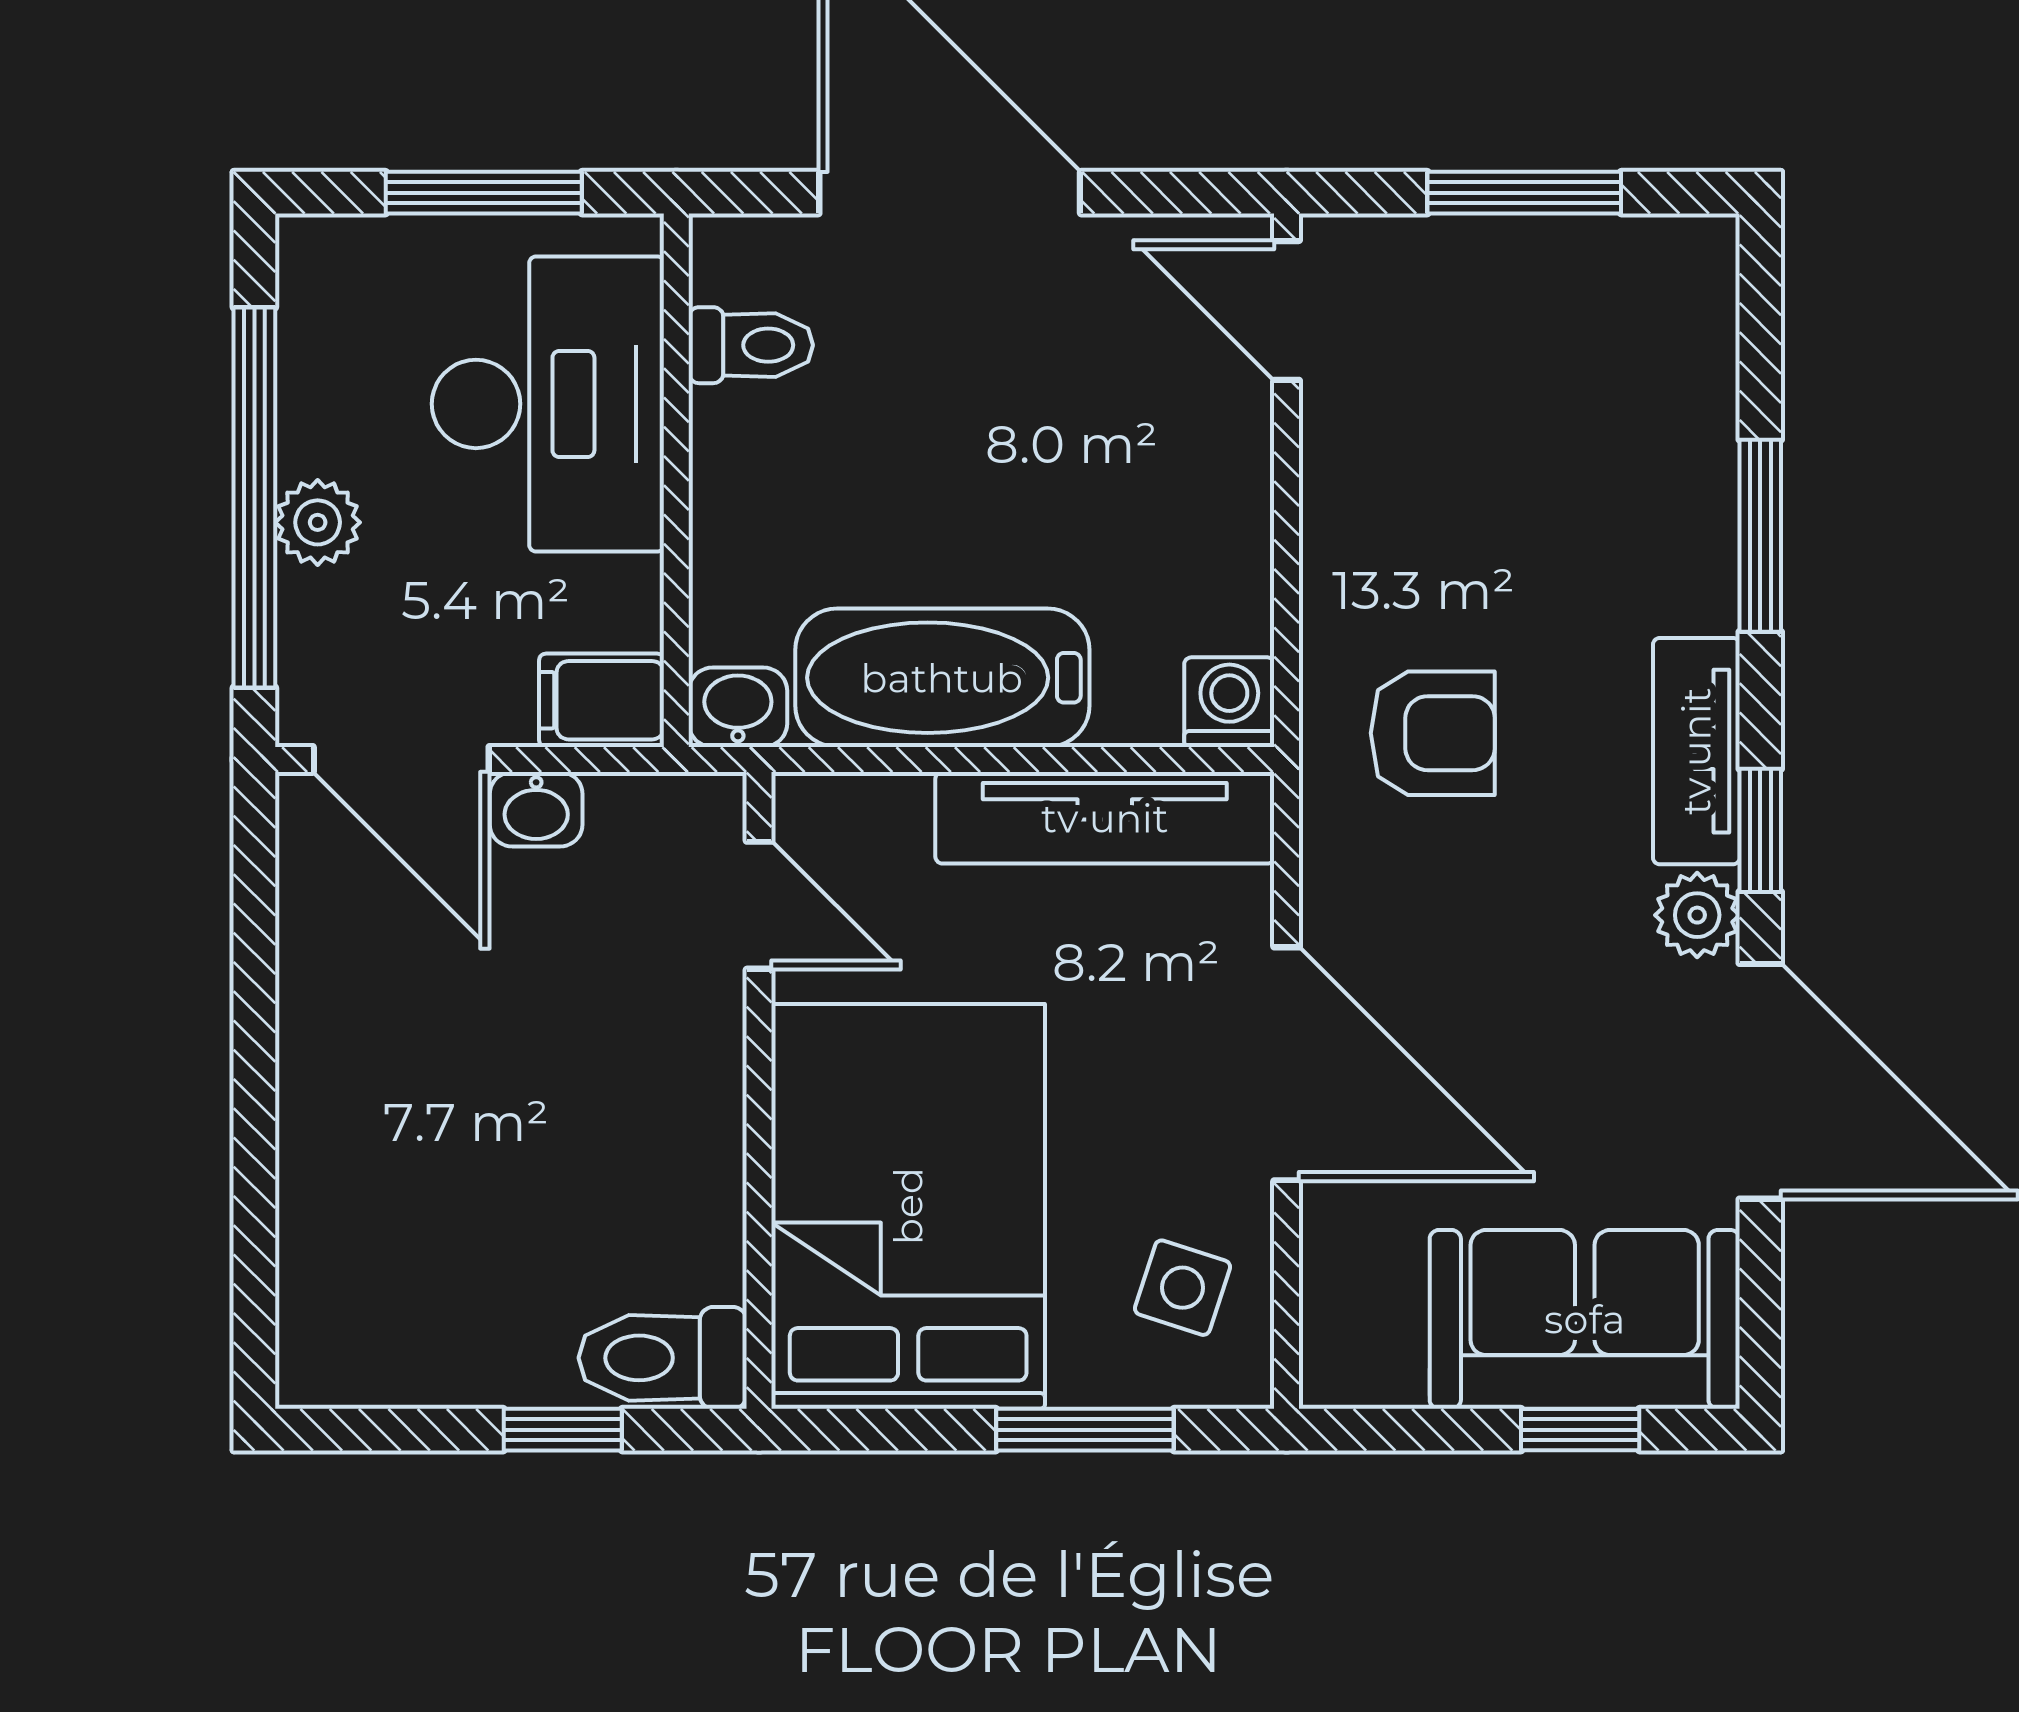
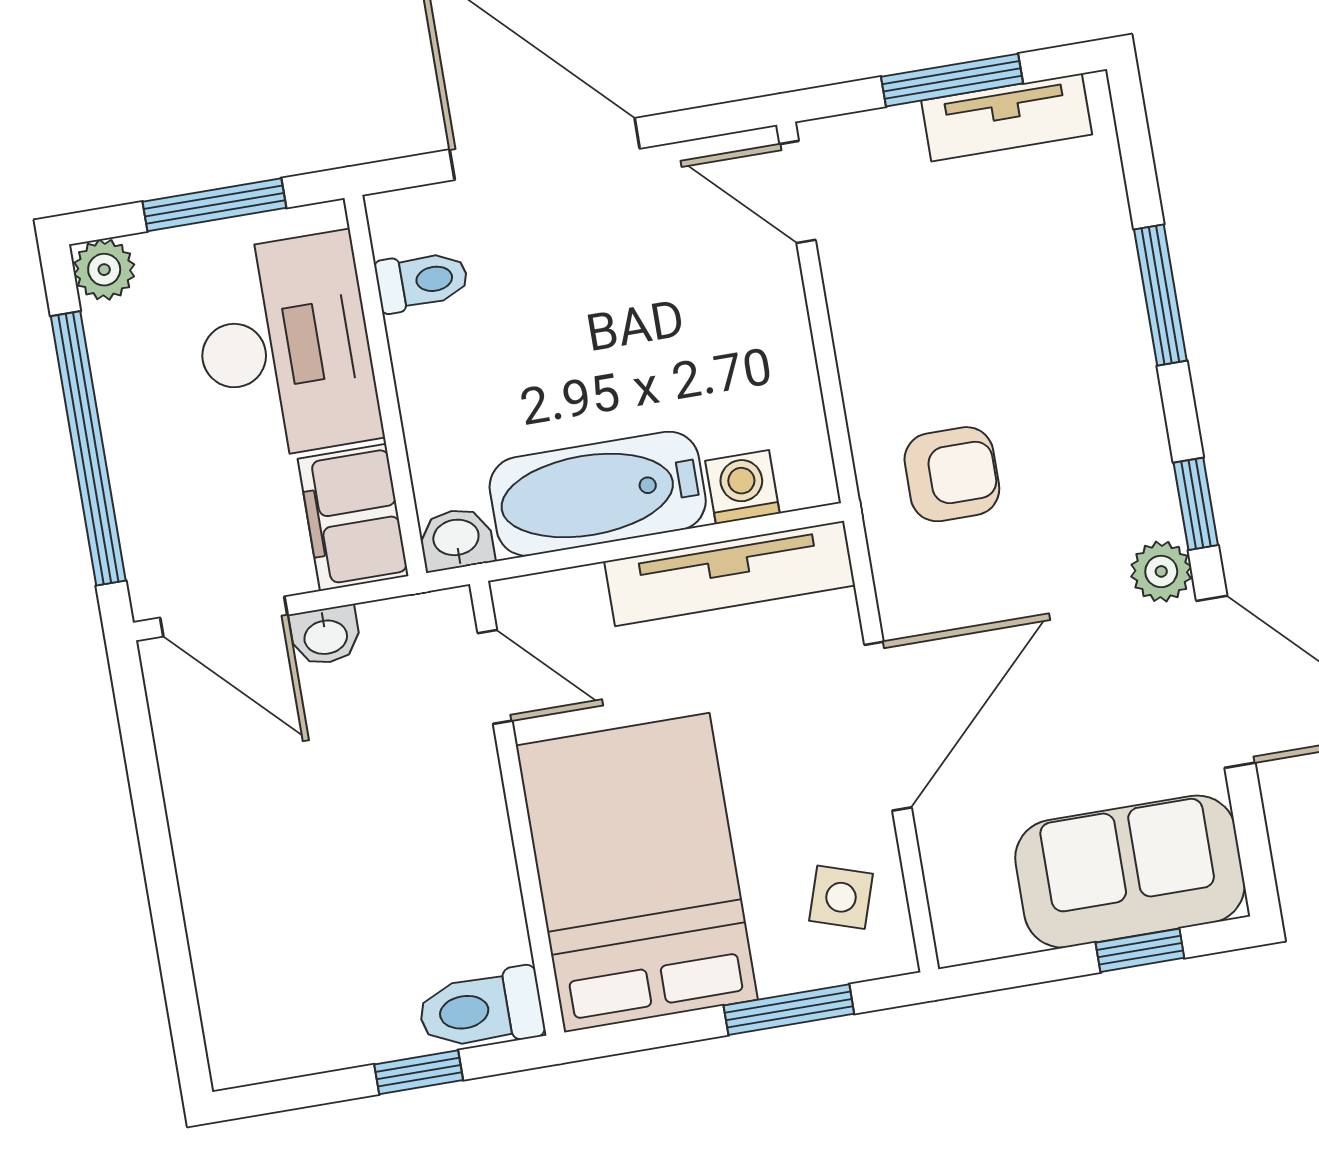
plant: (318, 522) -> (104, 270), moved
filing cabinet: (602, 700) -> (353, 517), width x2.00
washing machine: (1229, 702) -> (742, 487), moved
tv unit: (1696, 751) -> (1007, 117), moved, turned -90
door: (1287, 1064) -> (888, 726), hinge flipped

